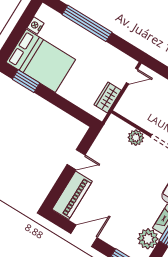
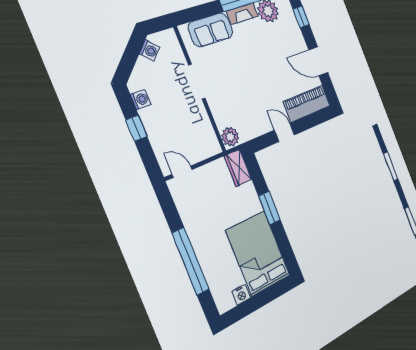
window: (26, 81) -> (269, 208), moved
wardrobe: (108, 97) -> (238, 168), moved, turned 90
plant: (136, 138) -> (230, 137), moved

